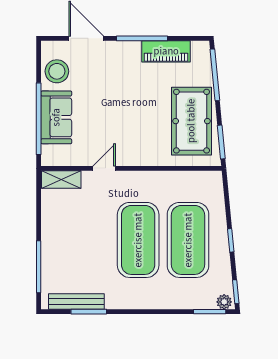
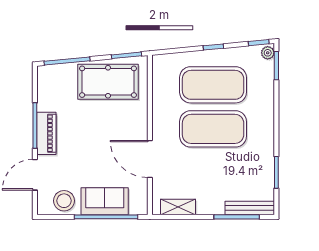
piano: (166, 51) -> (46, 133), moved
door: (104, 168) -> (150, 159), width x1.88
shelving: (61, 179) -> (178, 207), moved, turned 90
bench: (76, 301) -> (250, 208), moved, turned 90

